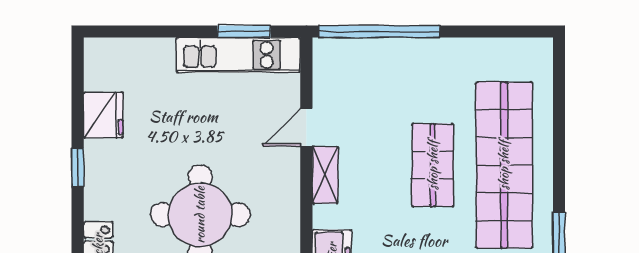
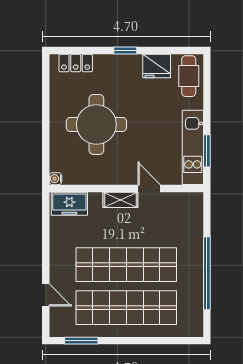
window: (379, 31) -> (207, 273), moved
cafe table: (120, 62) -> (189, 76), added
shop shelf: (433, 165) -> (126, 265), width x2.00, depth x1.36

